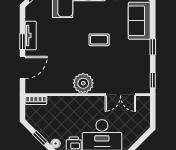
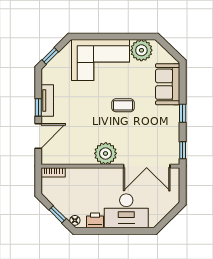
double door: (120, 95) -> (147, 166), width x1.37

